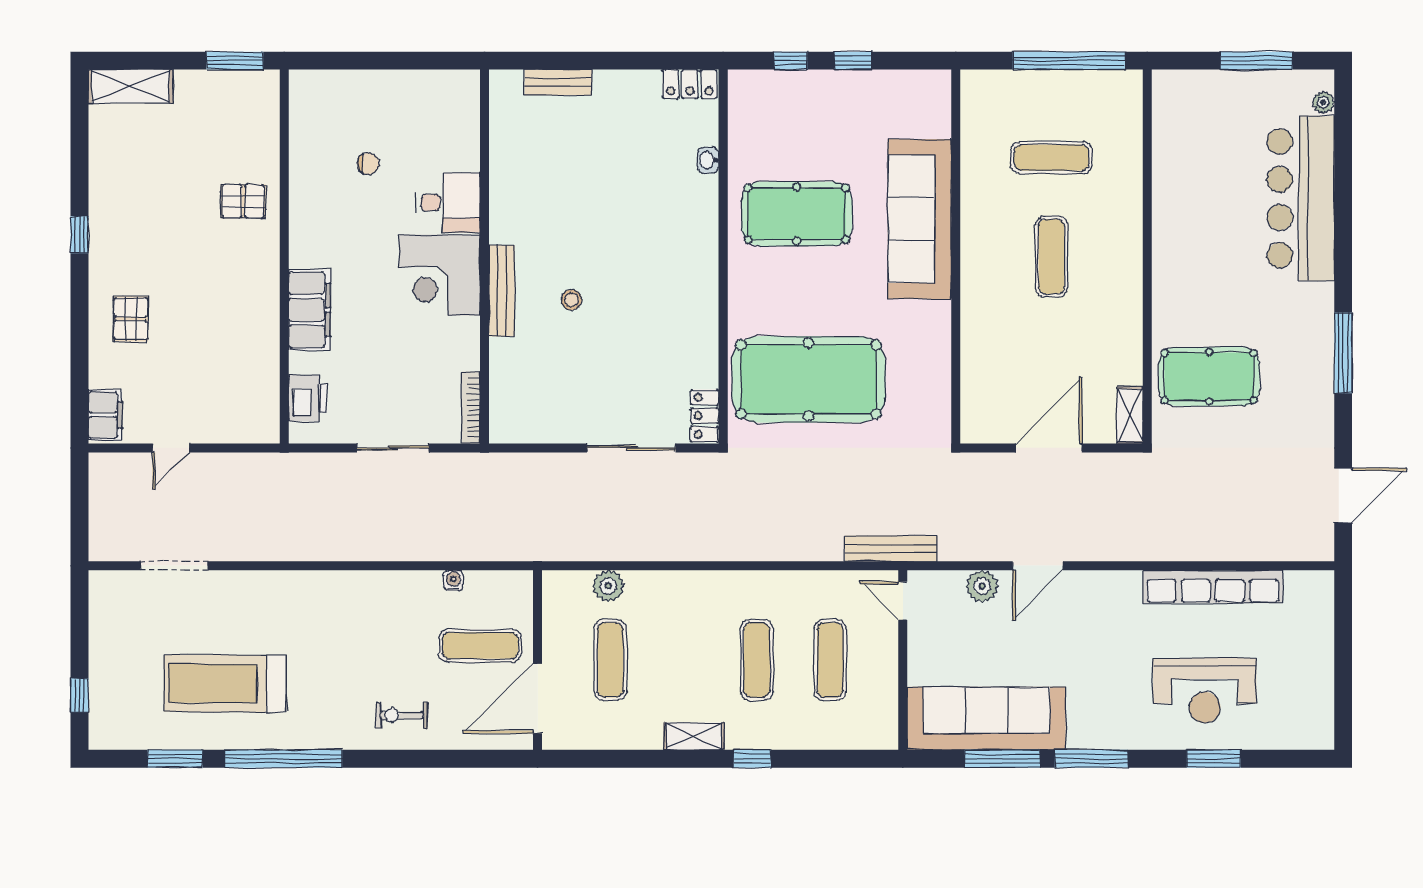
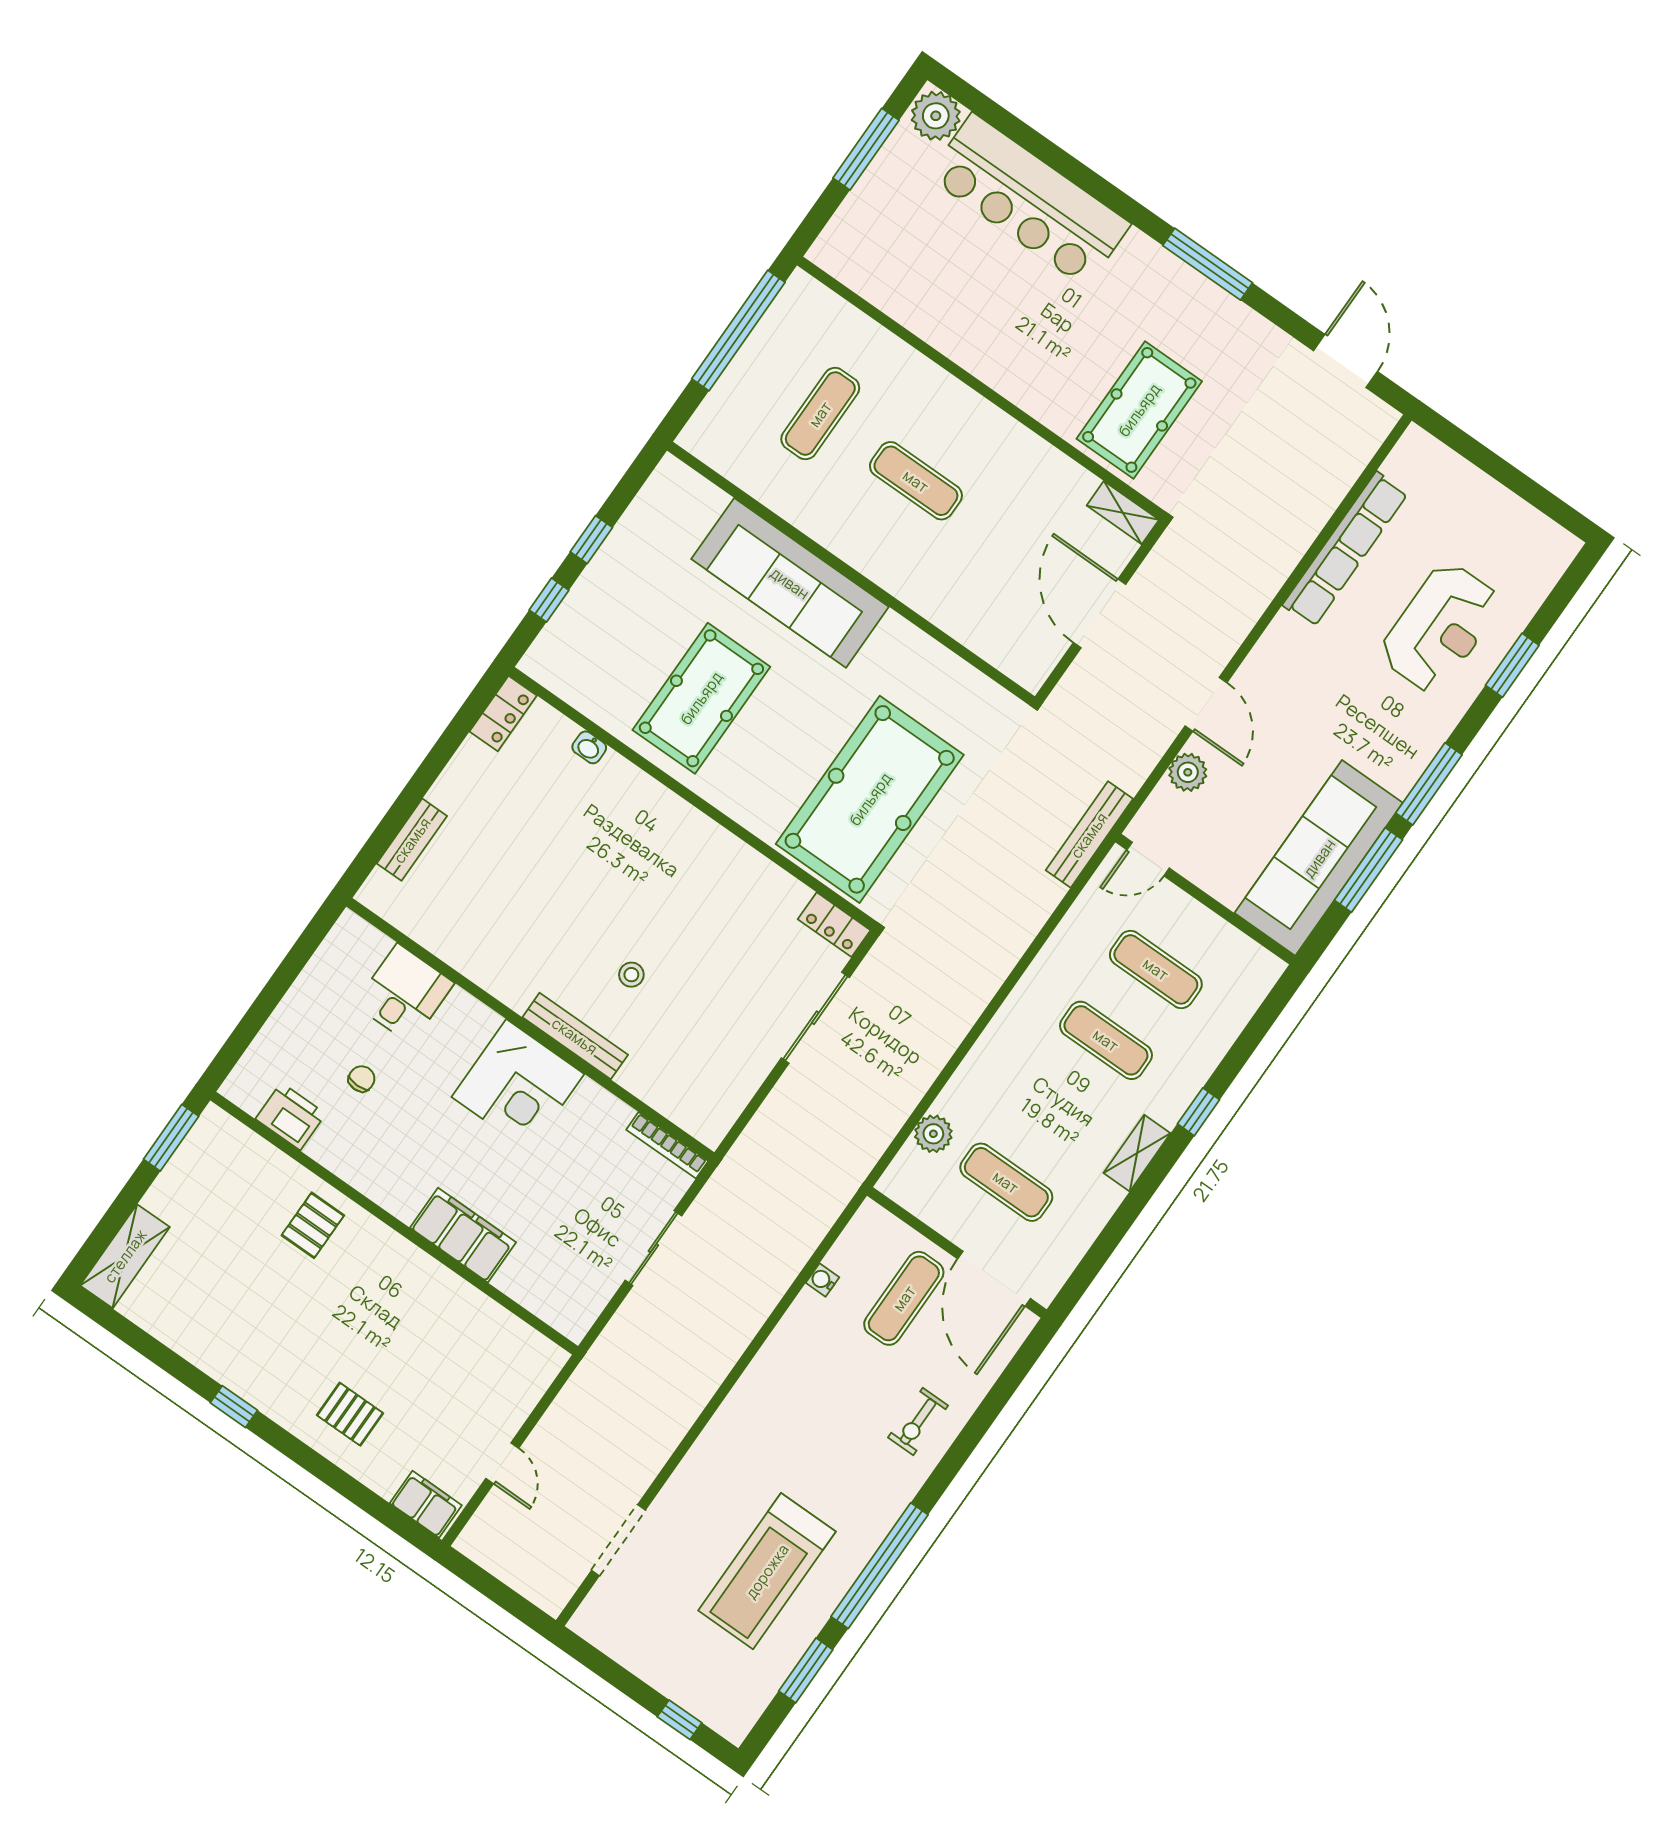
plant: (1323, 102) -> (936, 116), width x1.88, depth x1.88
desk: (448, 203) -> (404, 994), moved
printer: (308, 398) -> (291, 1116), moved

